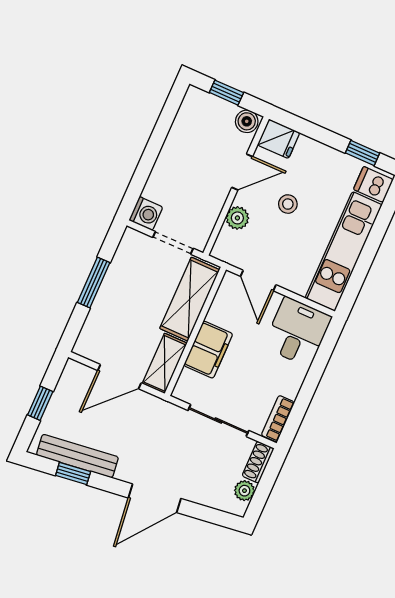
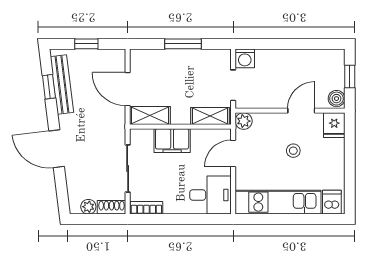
window: (363, 153) -> (350, 186), removed
door: (242, 172) -> (301, 111), swing flipped
plant: (237, 218) -> (244, 121), moved
shelving: (190, 299) -> (210, 116), width x0.67, depth x0.75

